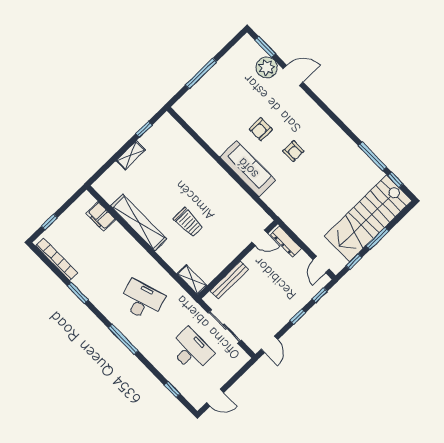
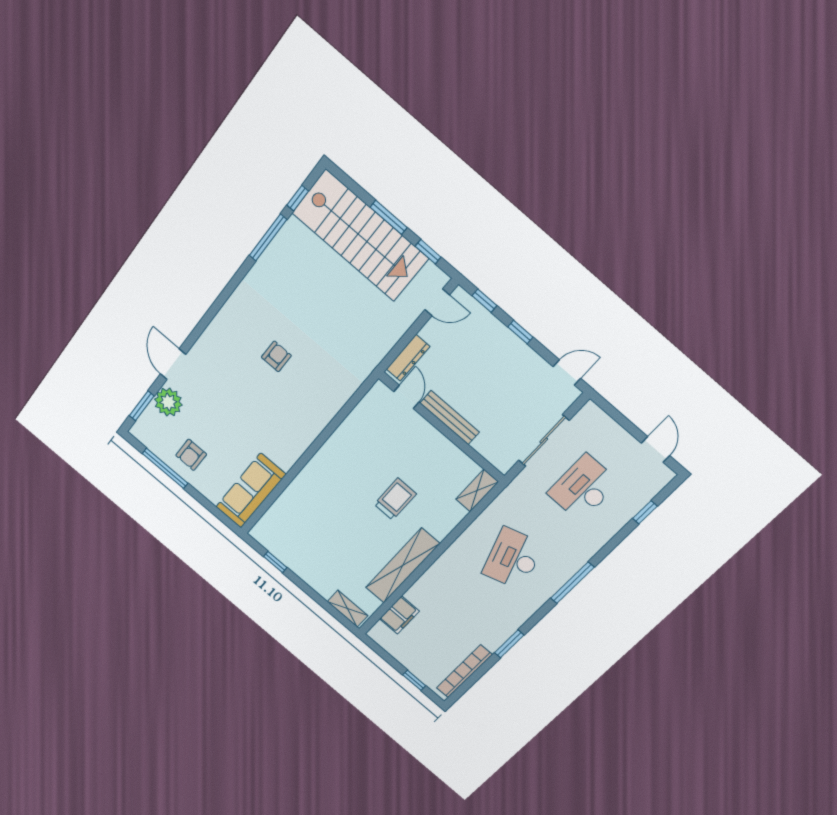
window: (201, 73) -> (165, 468), moved
armchair: (261, 129) -> (191, 455), moved, turned 90
shelving: (131, 155) -> (348, 609), moved
sofa: (248, 168) -> (251, 491), moved
bench: (229, 280) -> (450, 418), moved

